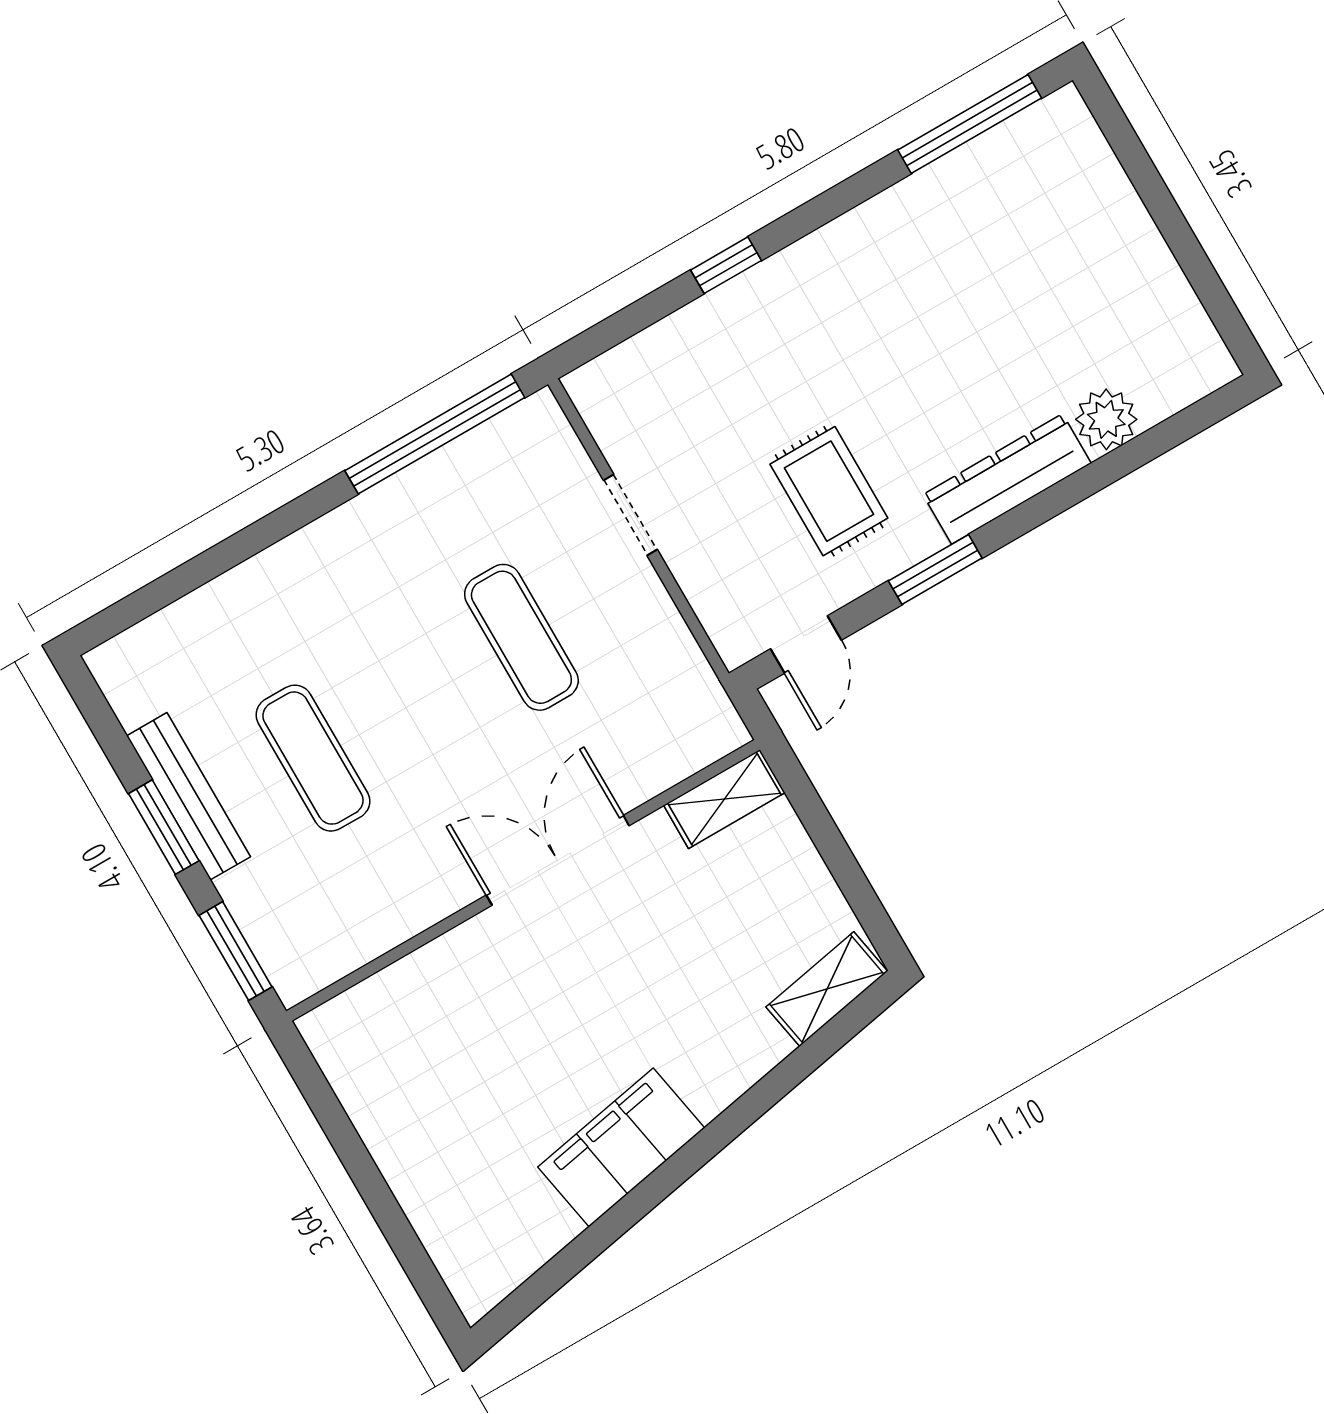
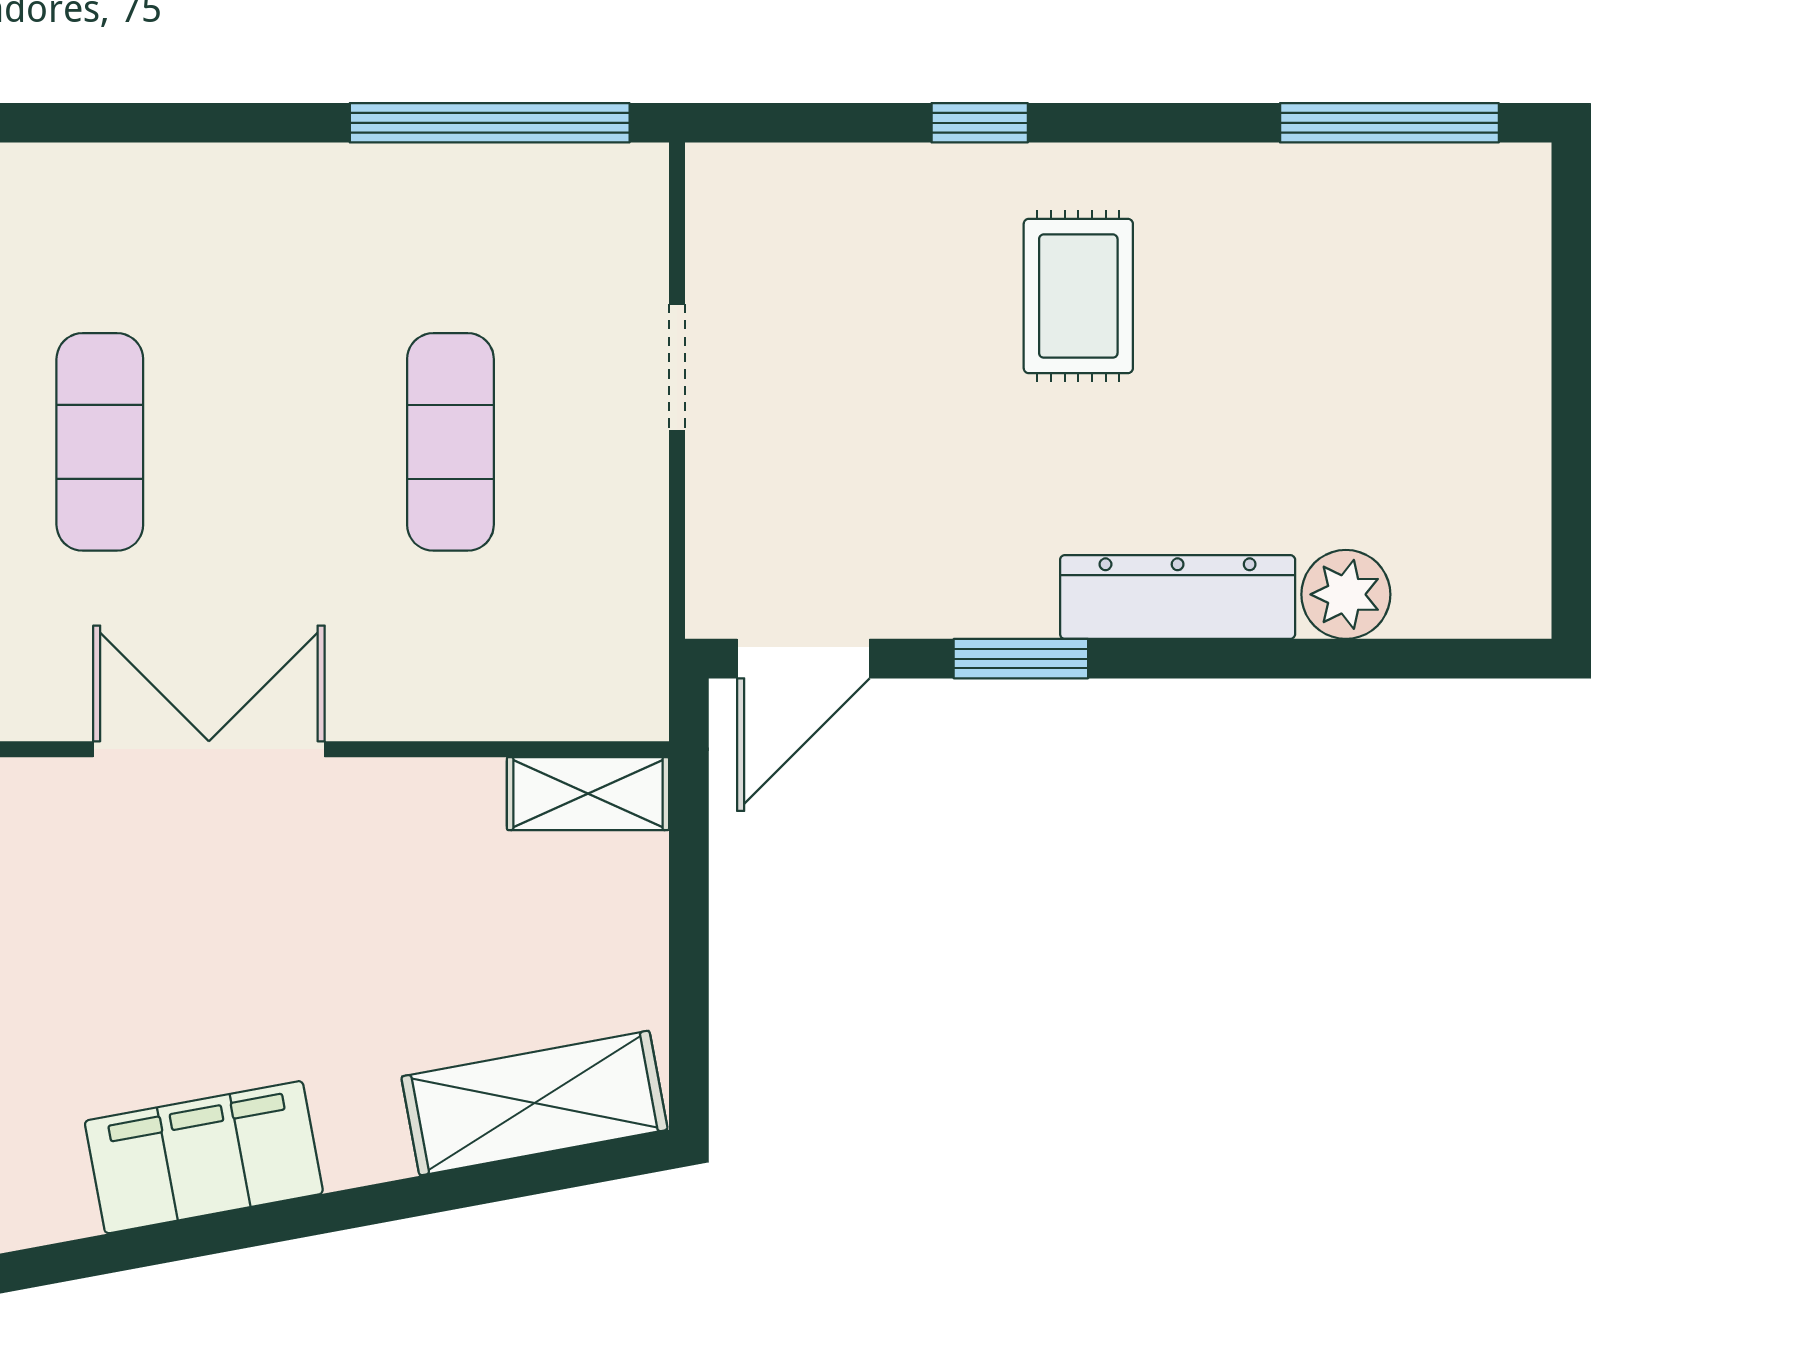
rug: (829, 491) -> (1078, 296), moved
door: (806, 644) -> (803, 659), width x1.38
double door: (558, 860) -> (209, 749), moved
shelving: (827, 989) -> (534, 1103), width x1.50, depth x1.33

